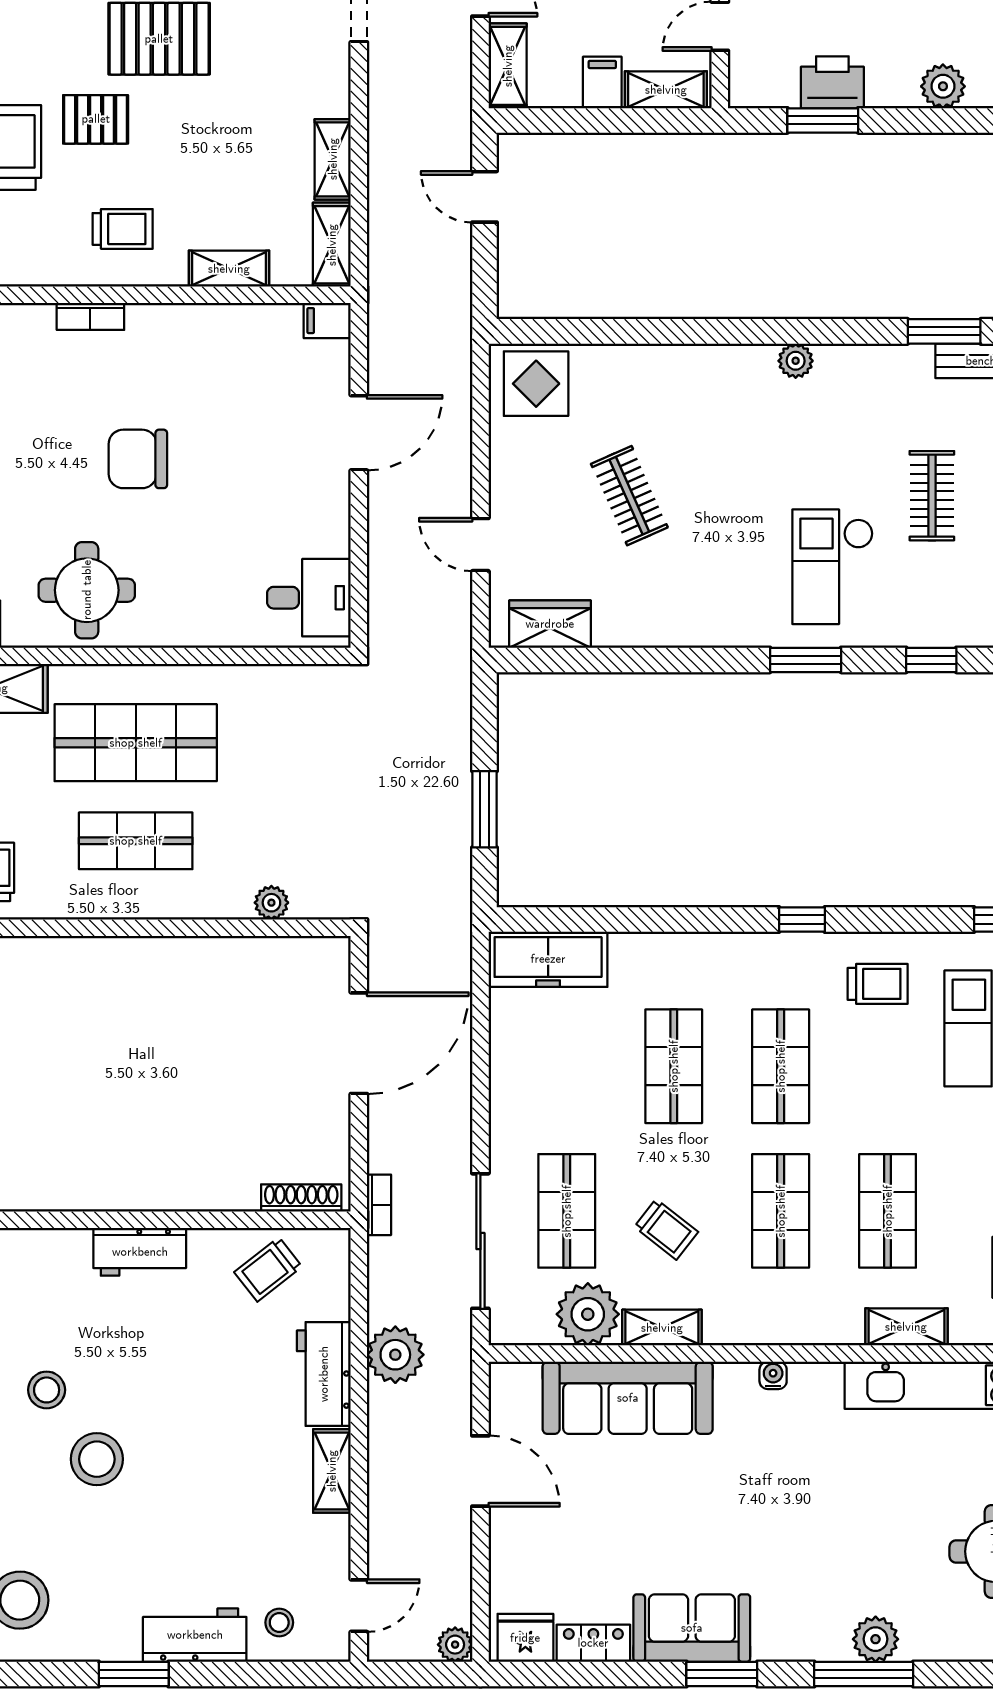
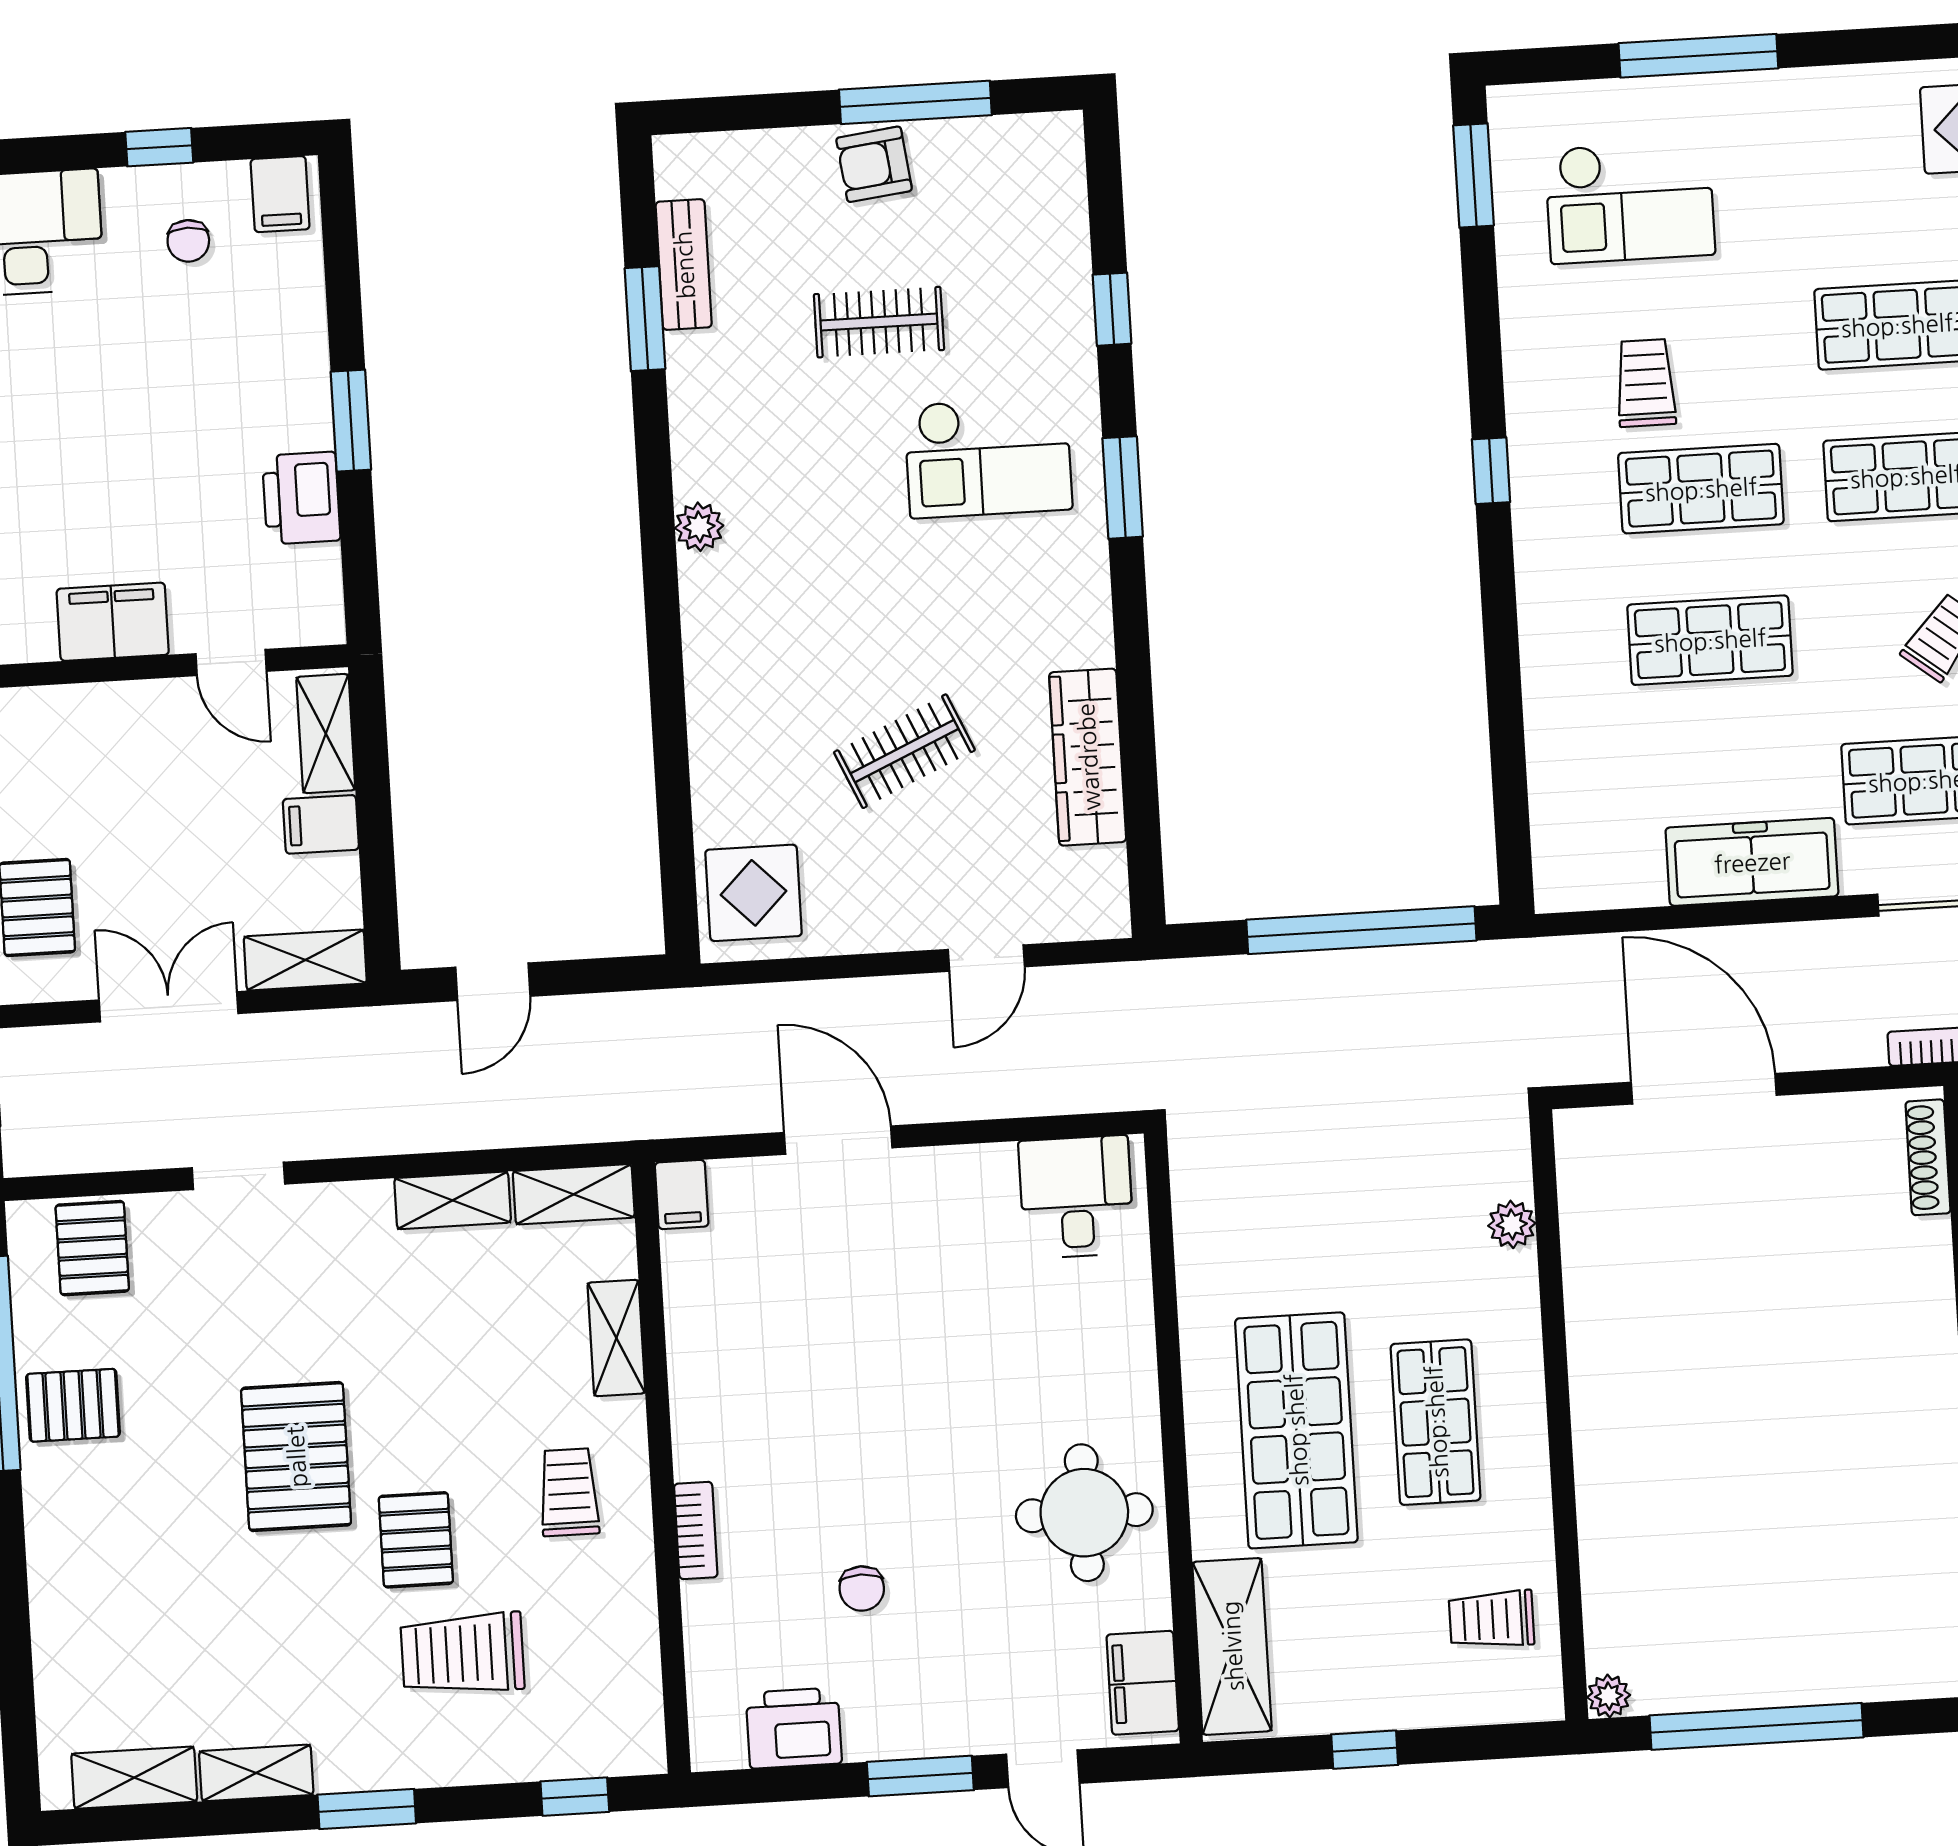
plant: (943, 86) -> (298, 341), removed
window: (823, 120) -> (351, 421), moved
chair: (138, 459) -> (862, 1588), moved, width x0.54, depth x0.54
wardrobe: (550, 624) -> (1088, 757), moved, width x1.50
window: (485, 809) -> (1361, 930), width x2.11
freezer: (548, 959) -> (1752, 862), moved, turned -90
trolley: (878, 984) -> (1646, 383), moved

